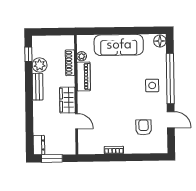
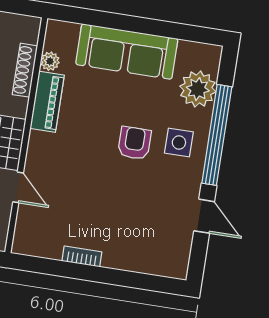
floor lamp: (160, 41) -> (209, 58), removed
plant: (157, 57) -> (198, 89), added
armchair: (144, 127) -> (134, 143), moved

